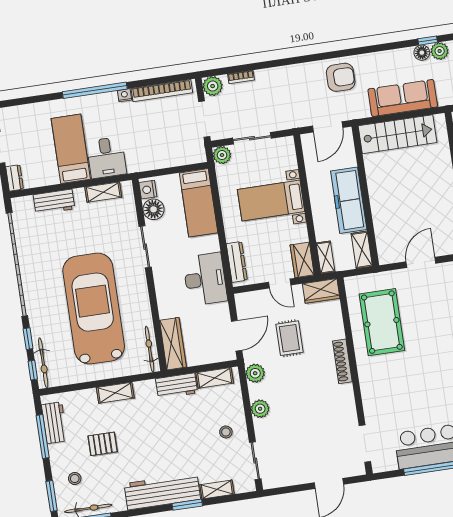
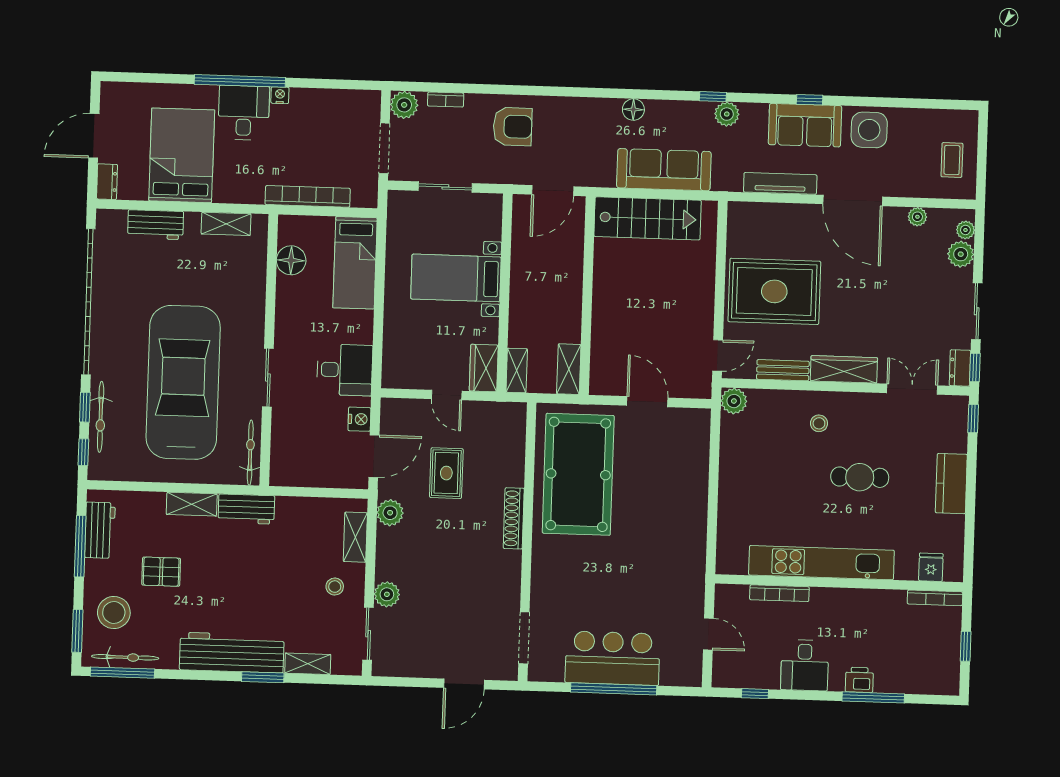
floor lamp: (422, 53) -> (633, 110), moved
armchair: (341, 77) -> (513, 127), moved
bookcase: (162, 91) -> (308, 196), moved, turned 180
bed: (71, 149) -> (182, 155), width x1.50
plant: (222, 155) -> (400, 203), removed
desk: (106, 158) -> (244, 113), moved, turned 180
nightstand: (148, 190) -> (359, 419), moved, turned 180
freezer: (349, 200) -> (563, 297), removed
sliding door: (145, 247) -> (268, 378), moved
dresser: (237, 262) -> (393, 354), removed
door: (421, 262) -> (647, 402), hinge flipped
desk: (205, 279) -> (345, 370), width x0.73
wardrobe: (321, 291) -> (502, 416), removed
pool table: (382, 322) -> (578, 474), width x1.36, depth x1.32
wardrobe: (173, 344) -> (284, 451), removed
bicycle: (43, 363) -> (101, 417), moved
shelving: (215, 378) -> (355, 537), moved, turned 90
workbench: (177, 386) -> (246, 509), moved
plant: (260, 409) -> (387, 594), moved
stool: (75, 479) -> (114, 613), width x1.89, depth x1.89

